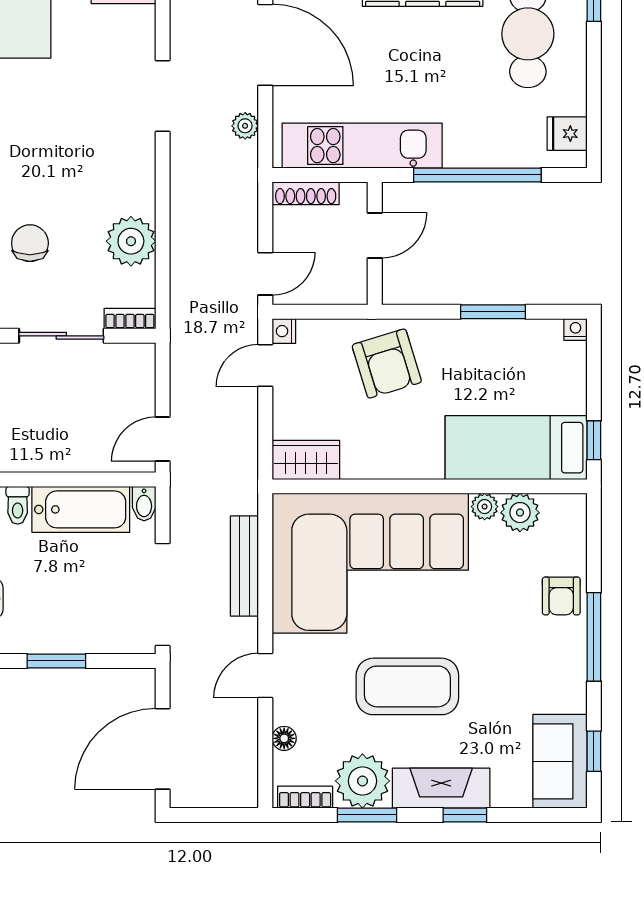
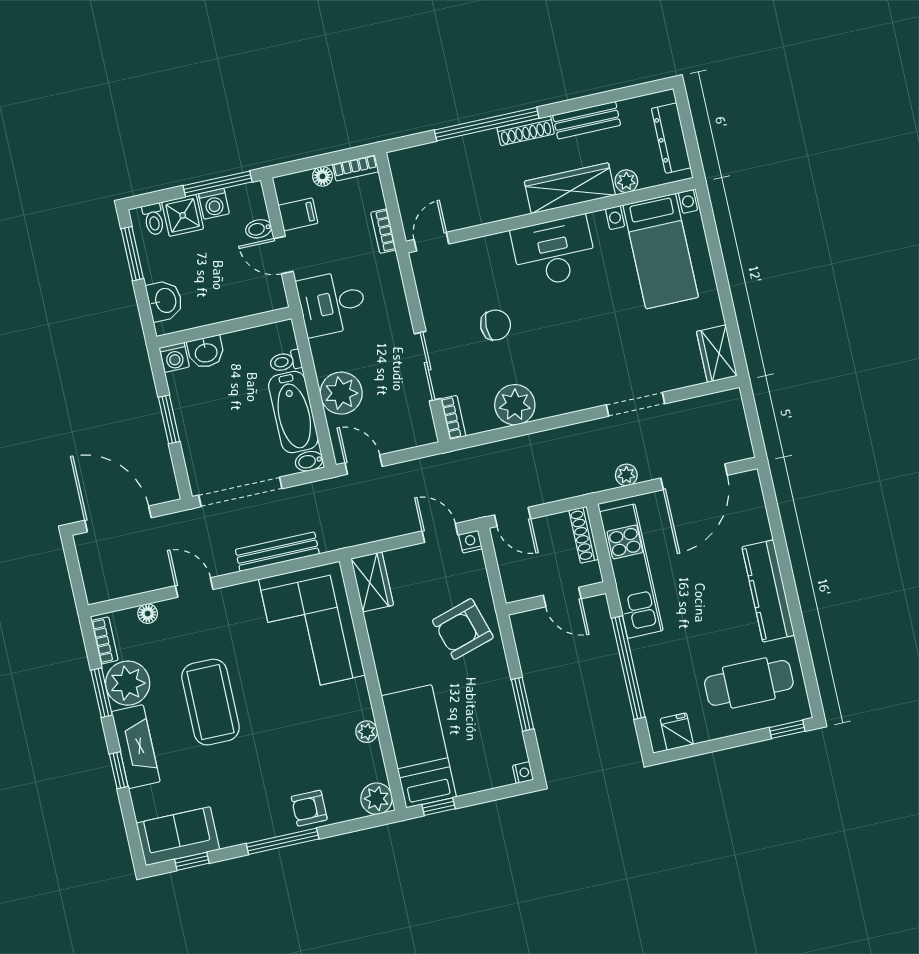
plant: (71, 447) -> (341, 393), added
plant: (520, 513) -> (376, 799), moved
corner sofa: (370, 563) -> (312, 627), width x0.73, depth x0.74

